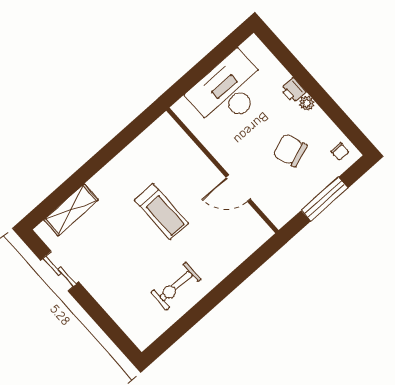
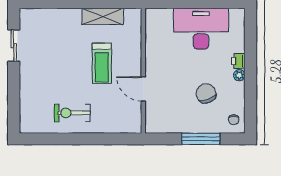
wall: (222, 170) -> (143, 71), moved
door: (238, 188) -> (143, 89), moved
shelving: (71, 210) -> (103, 16), moved

